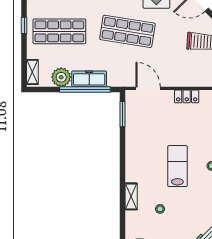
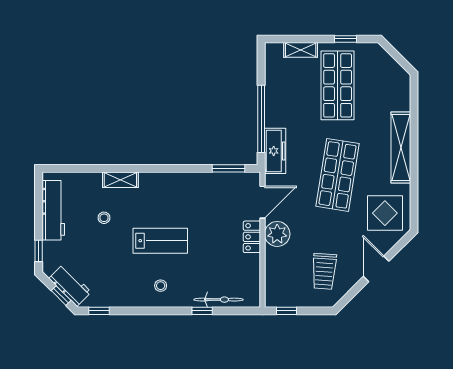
shelving: (32, 72) -> (301, 50), moved
plant: (61, 77) -> (277, 234), moved
freezer: (89, 79) -> (275, 151), moved
locker: (187, 96) -> (252, 237), moved

